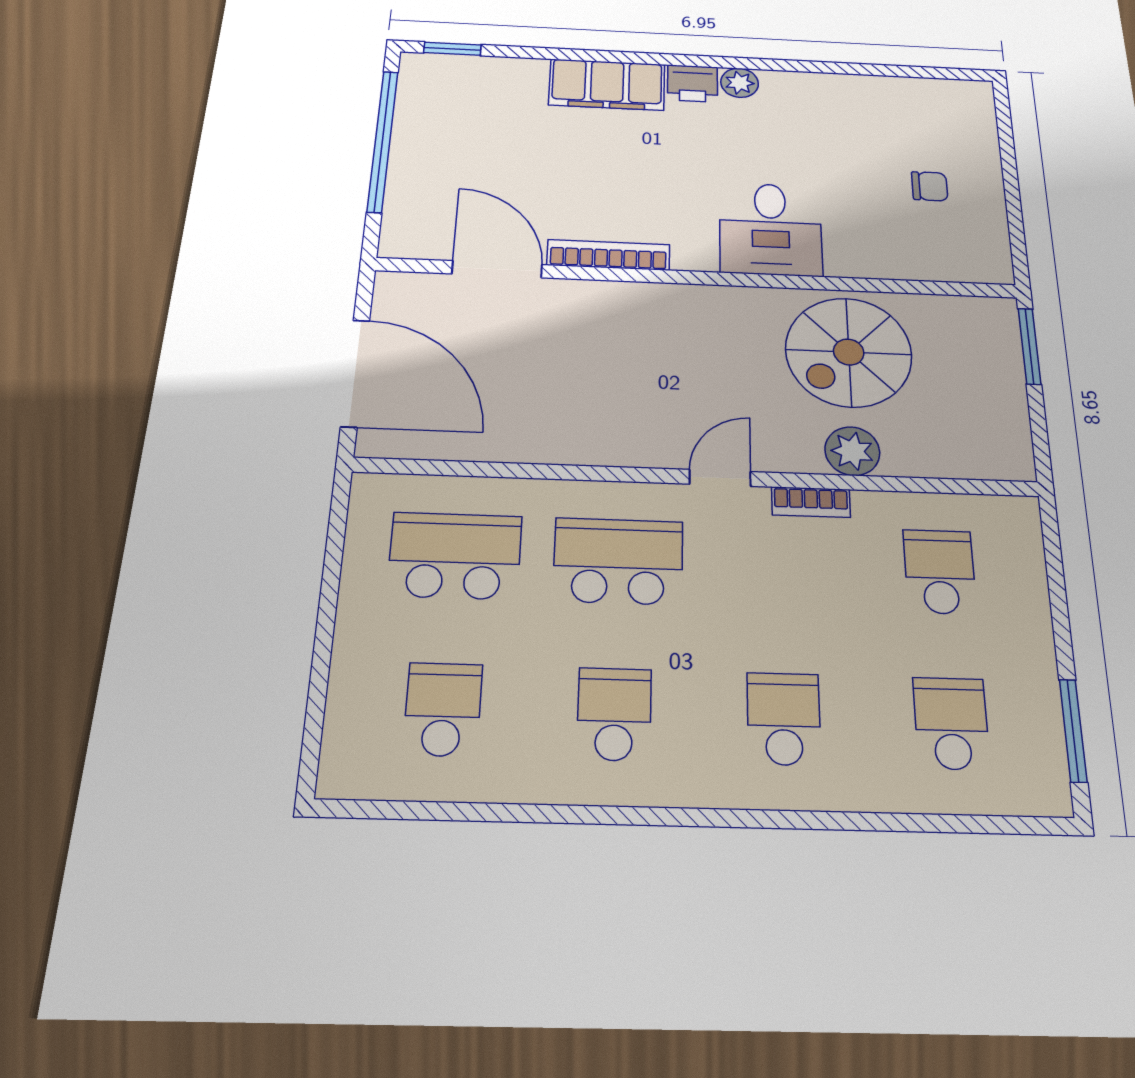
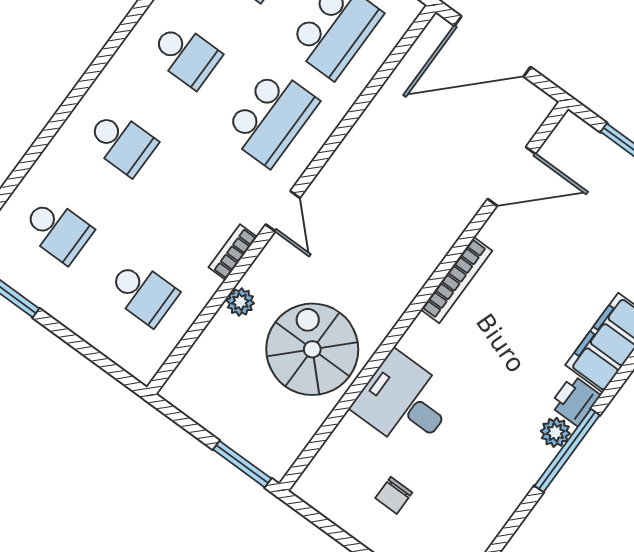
window: (749, 64) -> (567, 450), added
desk: (771, 229) -> (404, 402), moved
bookcase: (608, 255) -> (457, 280), moved
plant: (852, 451) -> (240, 302), width x0.73, depth x0.73

